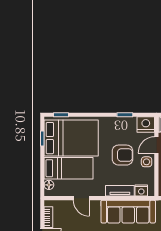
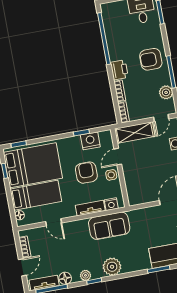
nightstand: (146, 124) -> (90, 141), moved
armchair: (123, 155) -> (86, 173), turned -90
sofa: (128, 212) -> (109, 226), width x0.73

